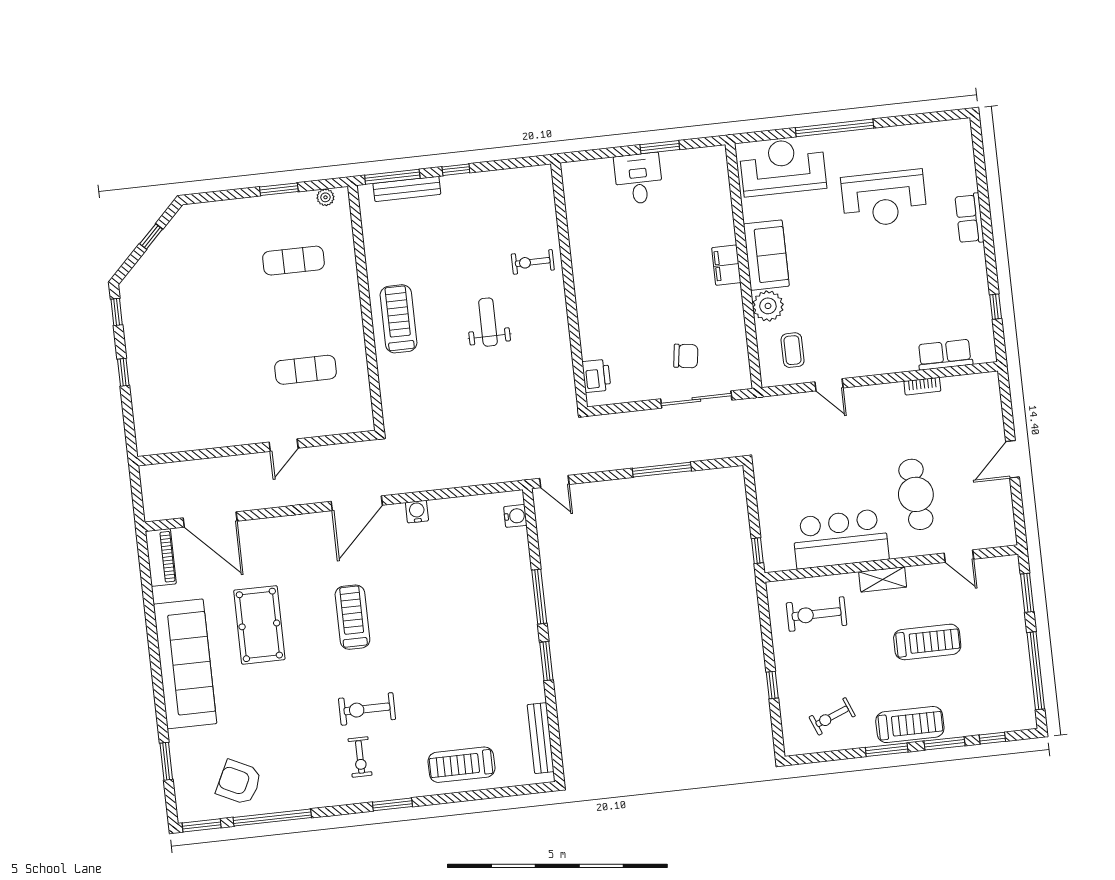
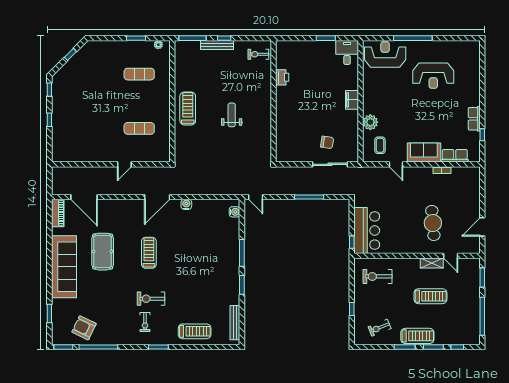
desk: (638, 179) -> (347, 52), moved
bench: (407, 189) -> (217, 45), moved
row of seats: (969, 218) -> (474, 119), moved
sofa: (766, 255) -> (424, 153), moved, turned -90
exercise bike: (533, 262) -> (258, 54), moved
printer: (596, 376) -> (282, 77), moved
door: (1012, 459) -> (482, 227), moved
bar counter: (840, 539) -> (367, 231), moved, turned 90
shelving: (883, 579) -> (432, 263), moved
treadmill: (462, 765) -> (195, 331), turned 180

